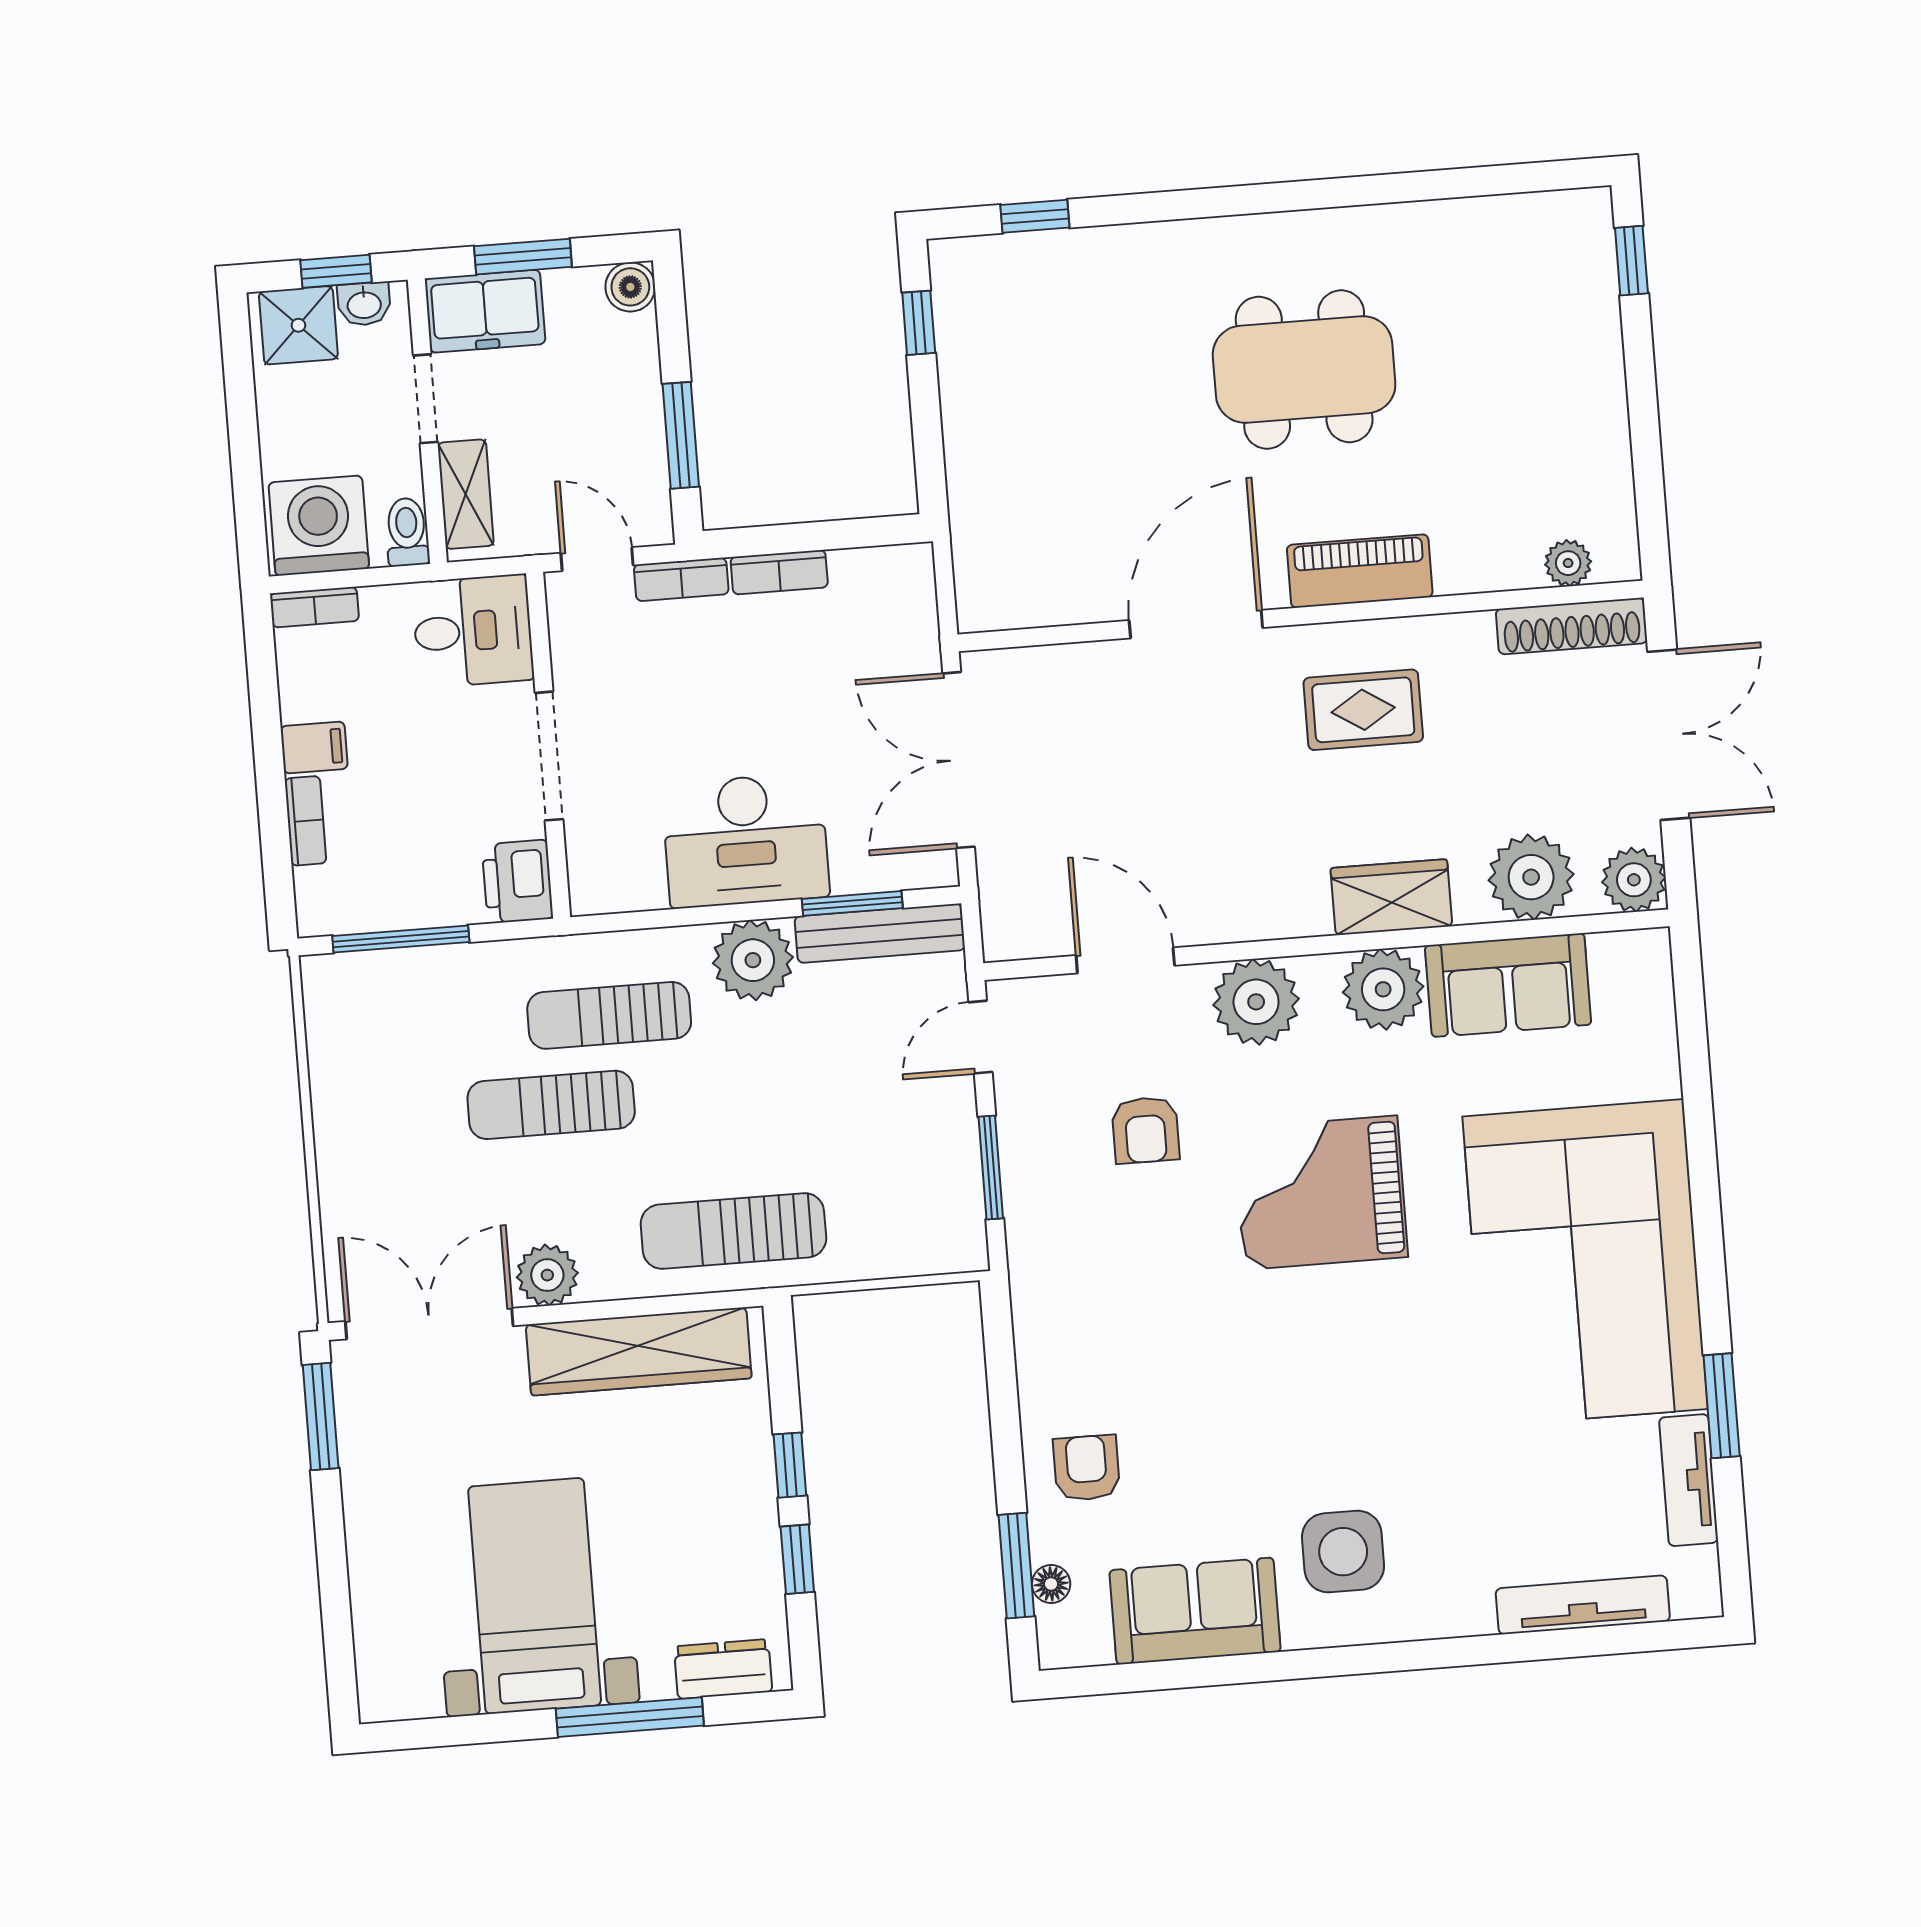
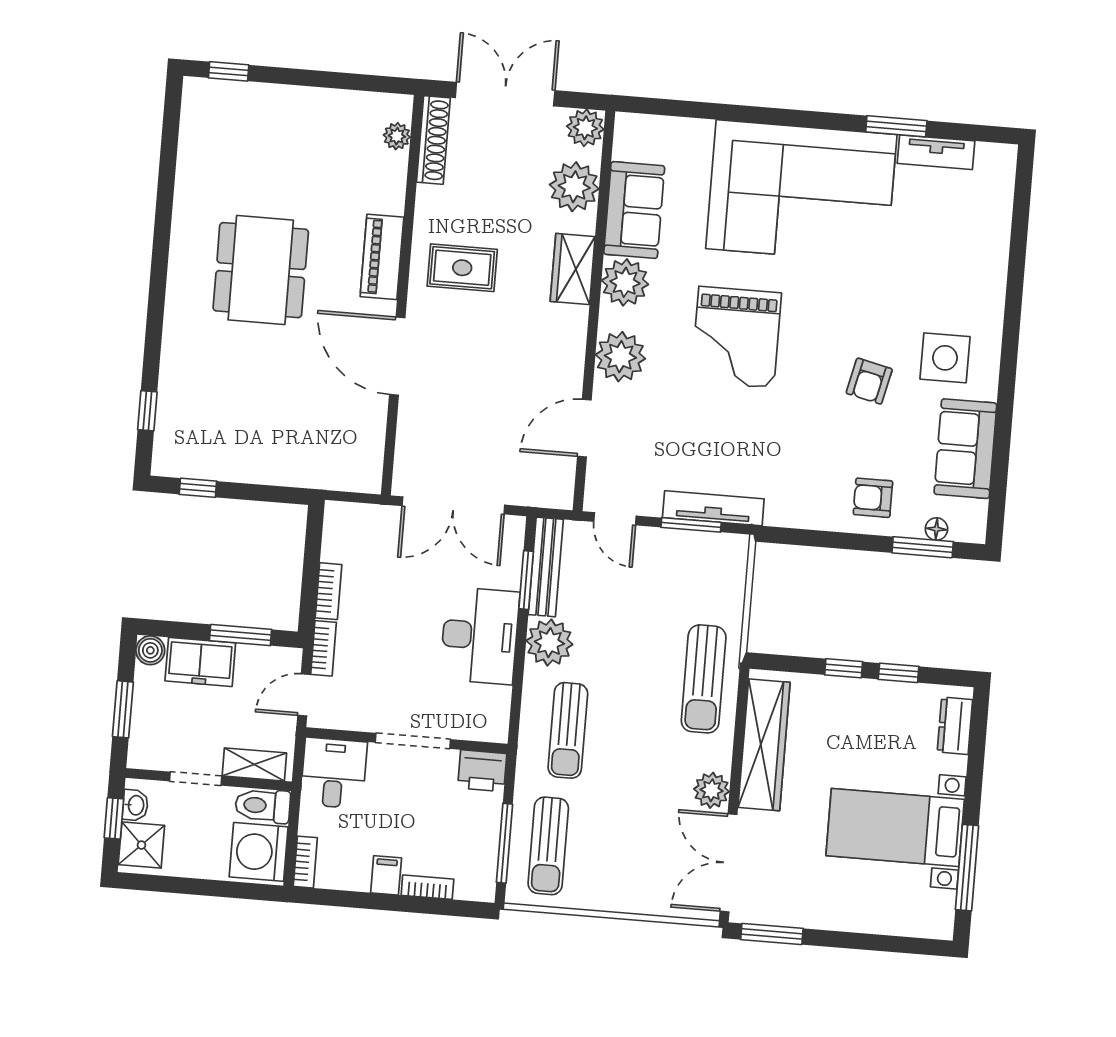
freezer: (485, 311) -> (200, 662), moved, turned 90
toilet: (407, 532) -> (263, 806), width x1.37, depth x1.39
rug: (1363, 710) -> (462, 268), turned 90
sun lounger: (551, 1105) -> (548, 846), moved
armchair: (1145, 1130) -> (869, 381), moved, turned 103
tv unit: (1583, 1605) -> (713, 508), moved, turned 90
window: (630, 1717) -> (967, 868), moved

